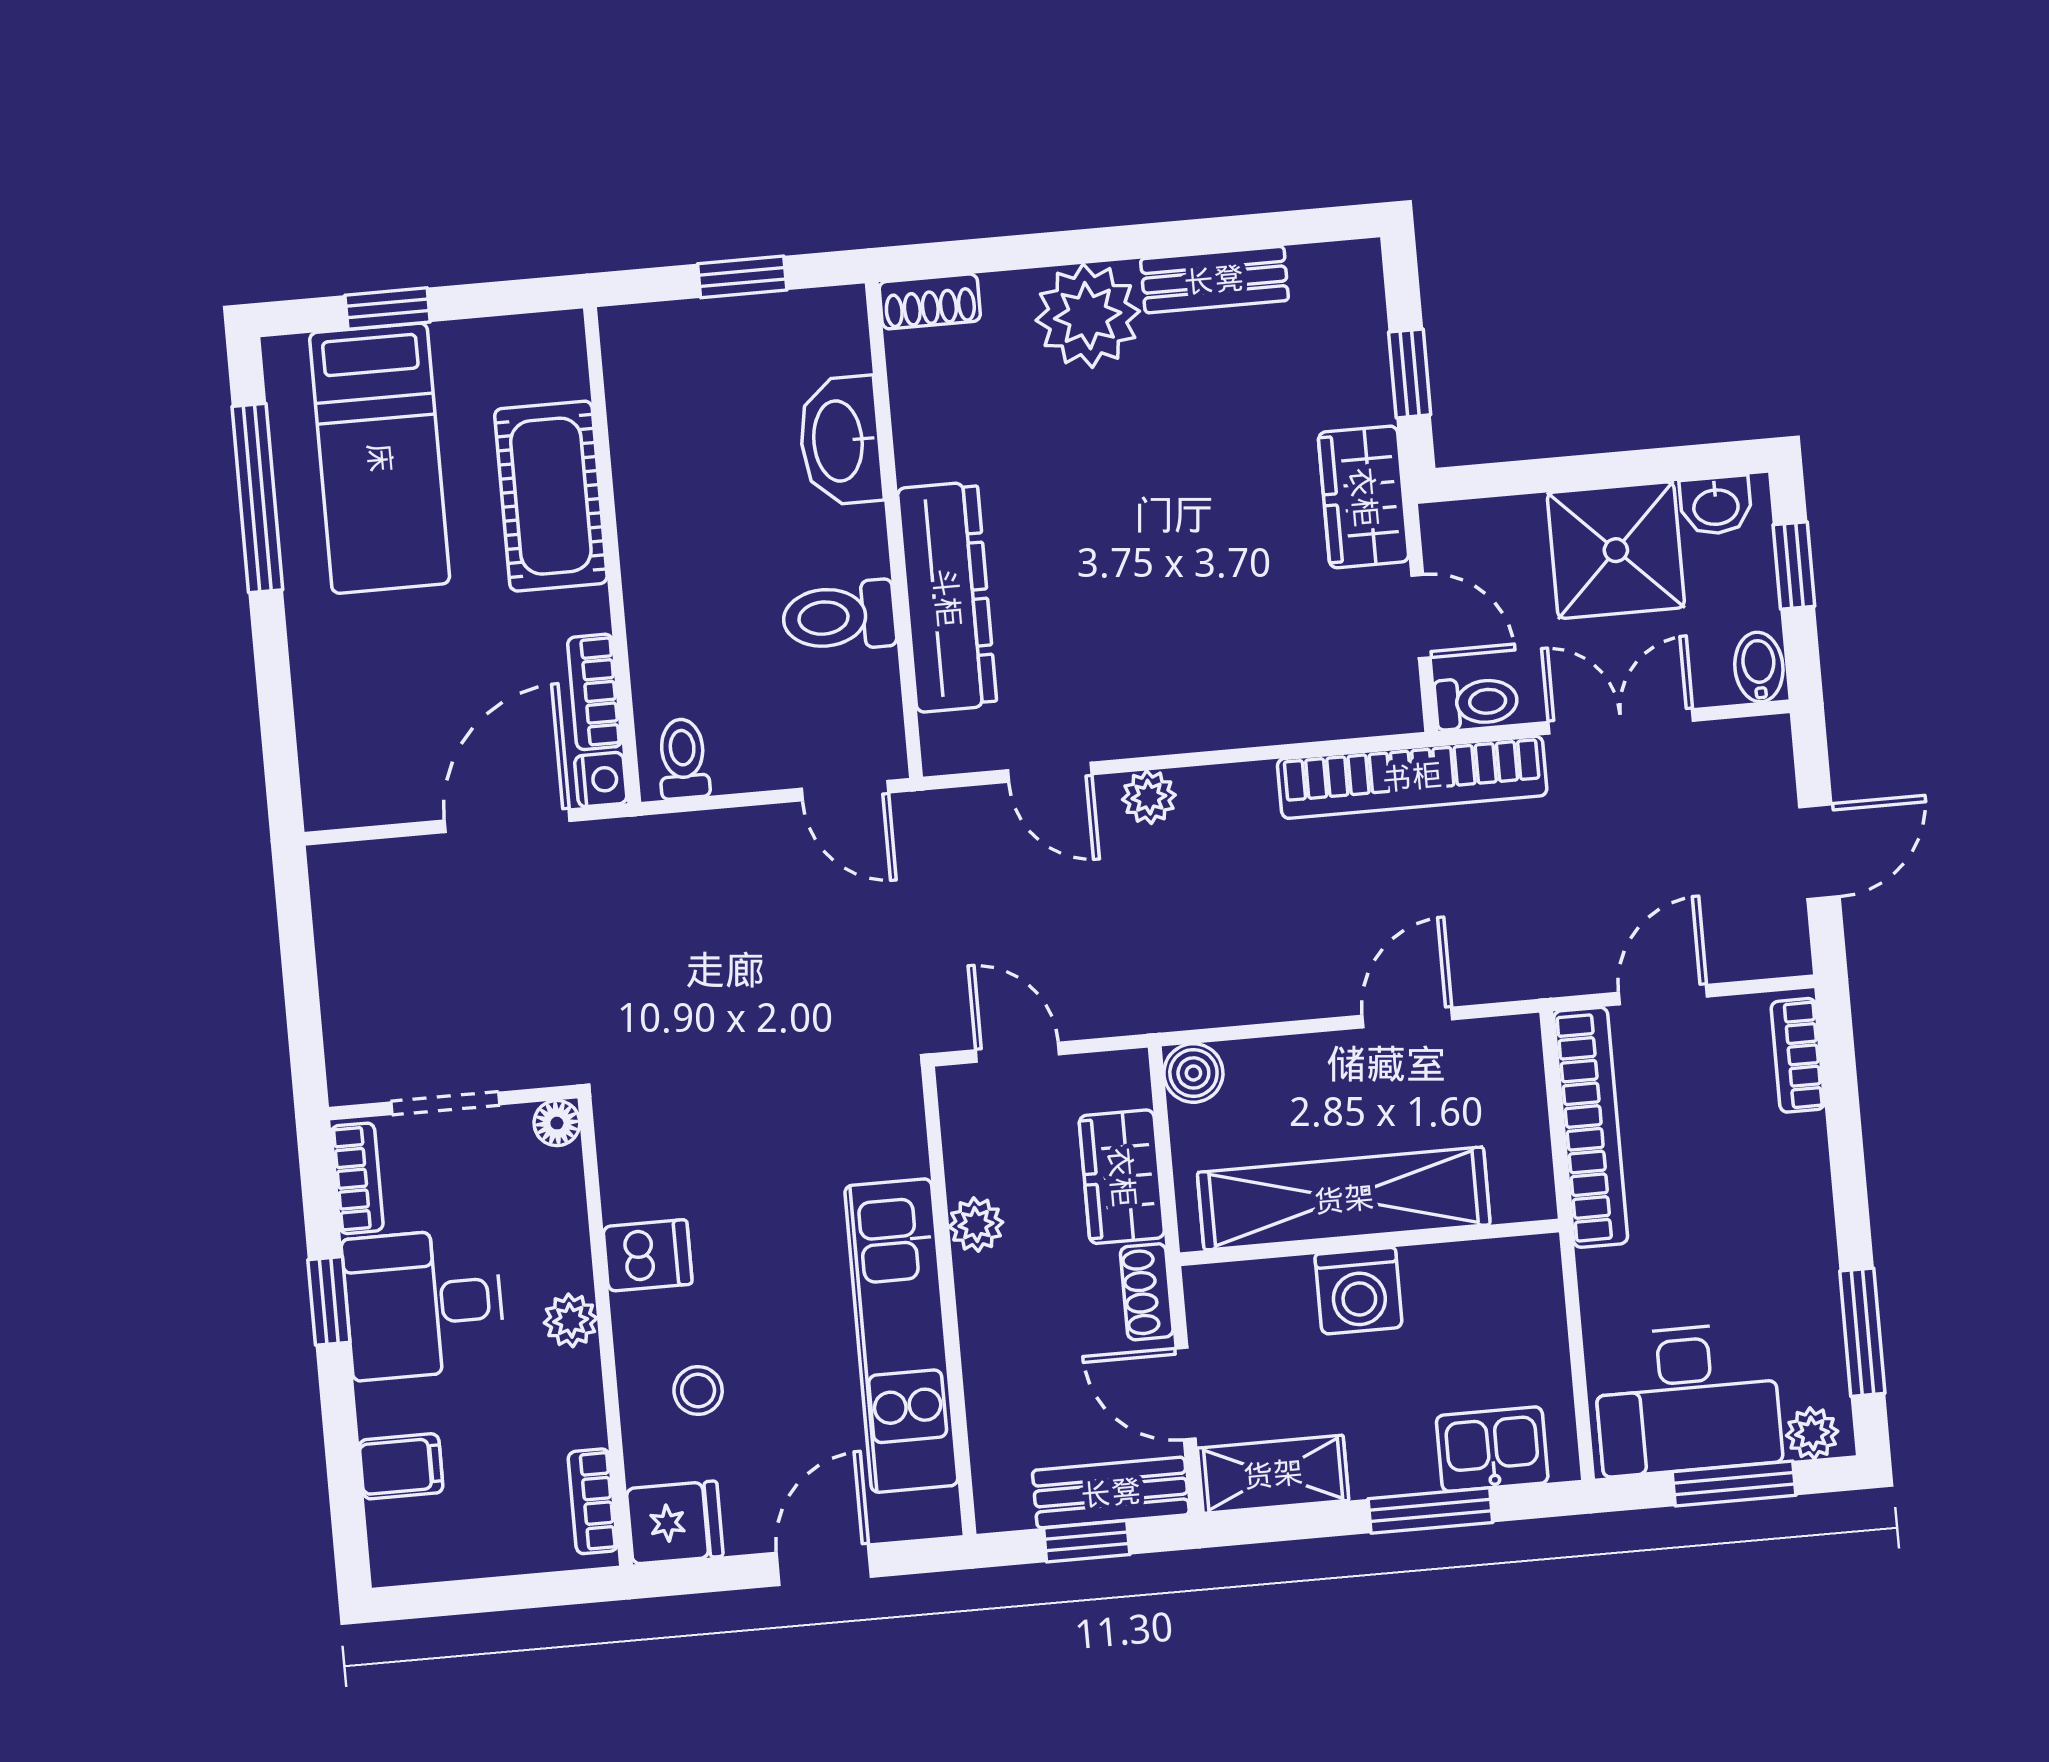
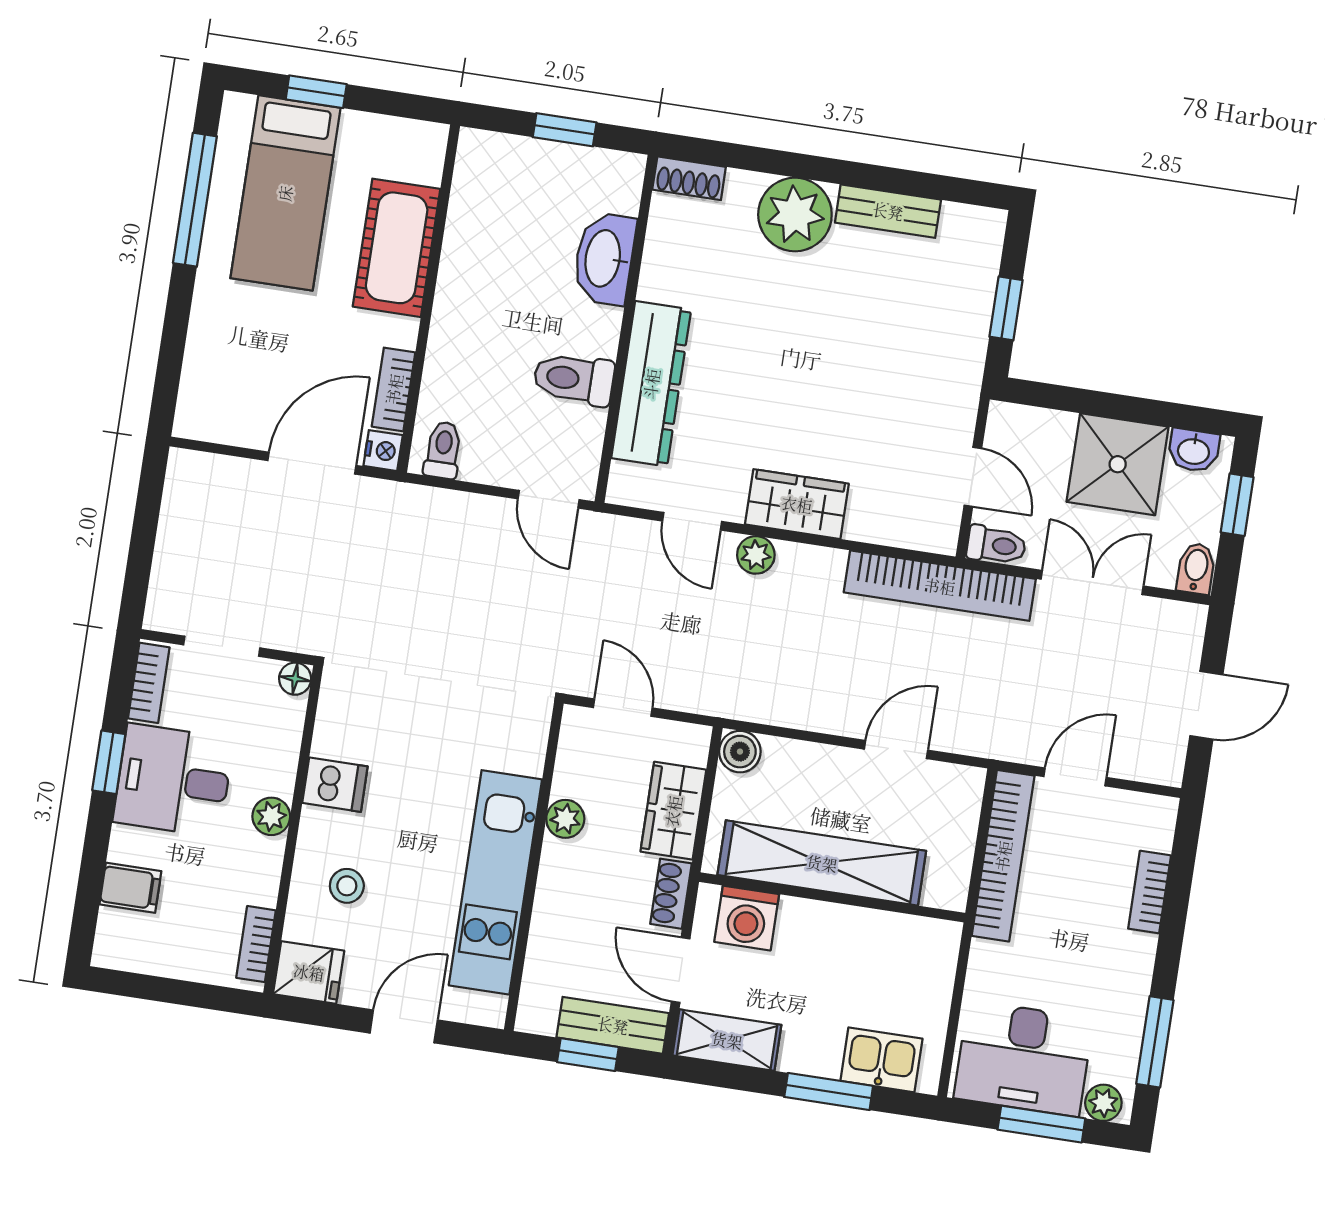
wardrobe: (1364, 497) -> (797, 504), moved, turned 90
bookcase: (1798, 1055) -> (1150, 892), moved
washing machine: (1359, 1291) -> (747, 918), moved

